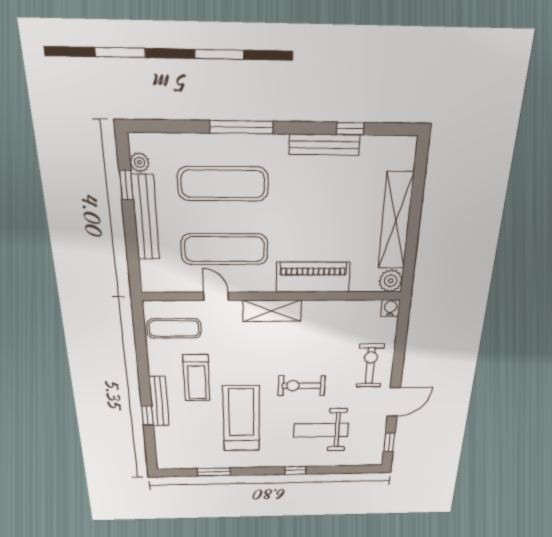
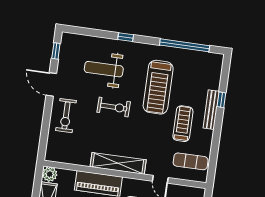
water cooler: (391, 308) -> (51, 156), removed
shelving: (272, 311) -> (118, 163), width x1.47
door: (394, 402) -> (51, 84), hinge flipped
weight bench: (321, 430) -> (104, 69), turned 180
window: (214, 472) -> (185, 45), width x2.11

